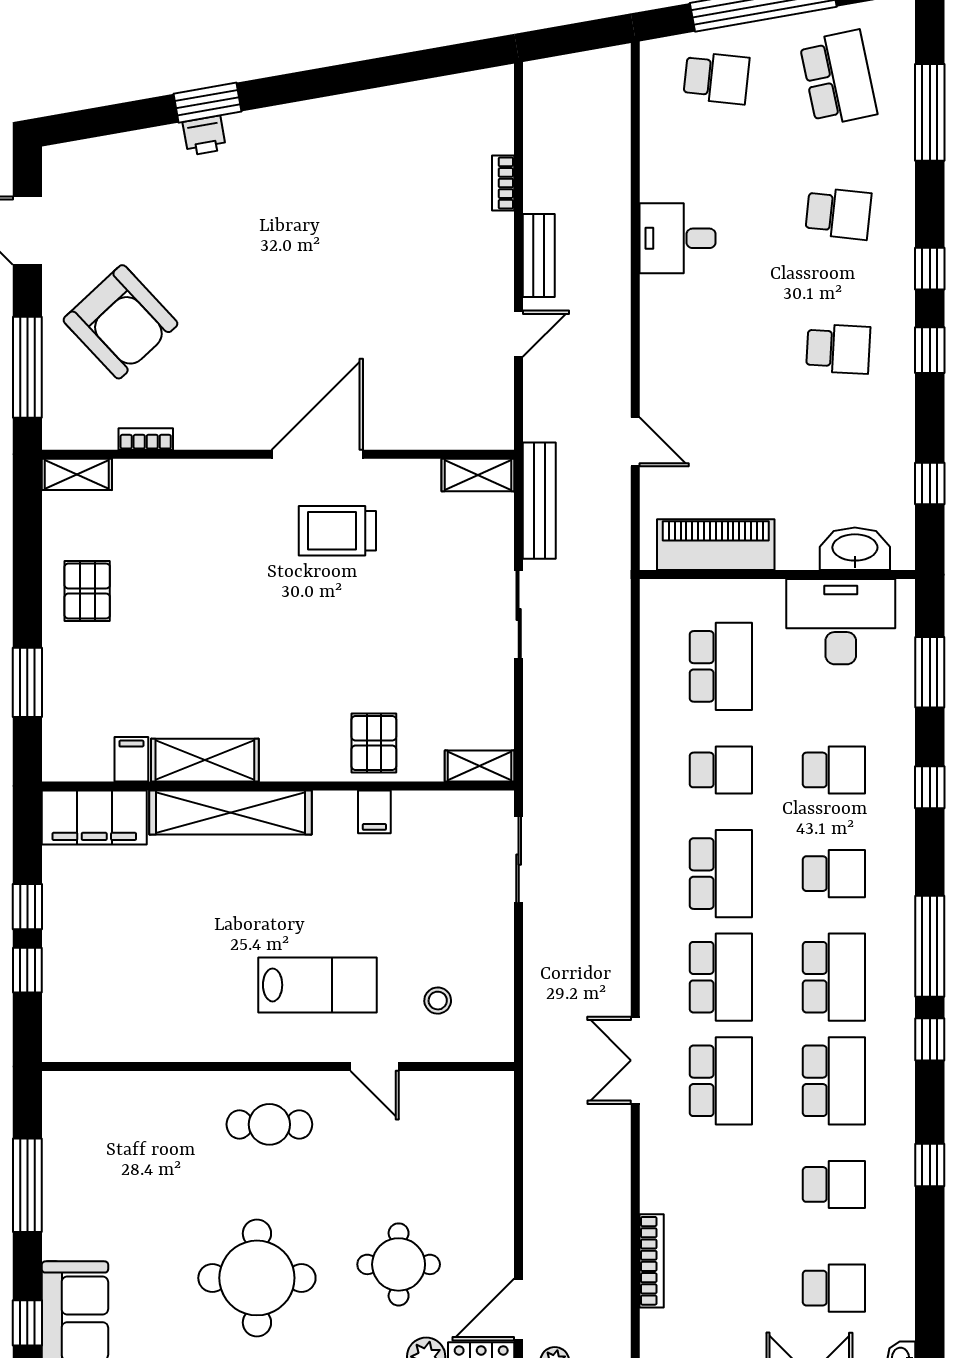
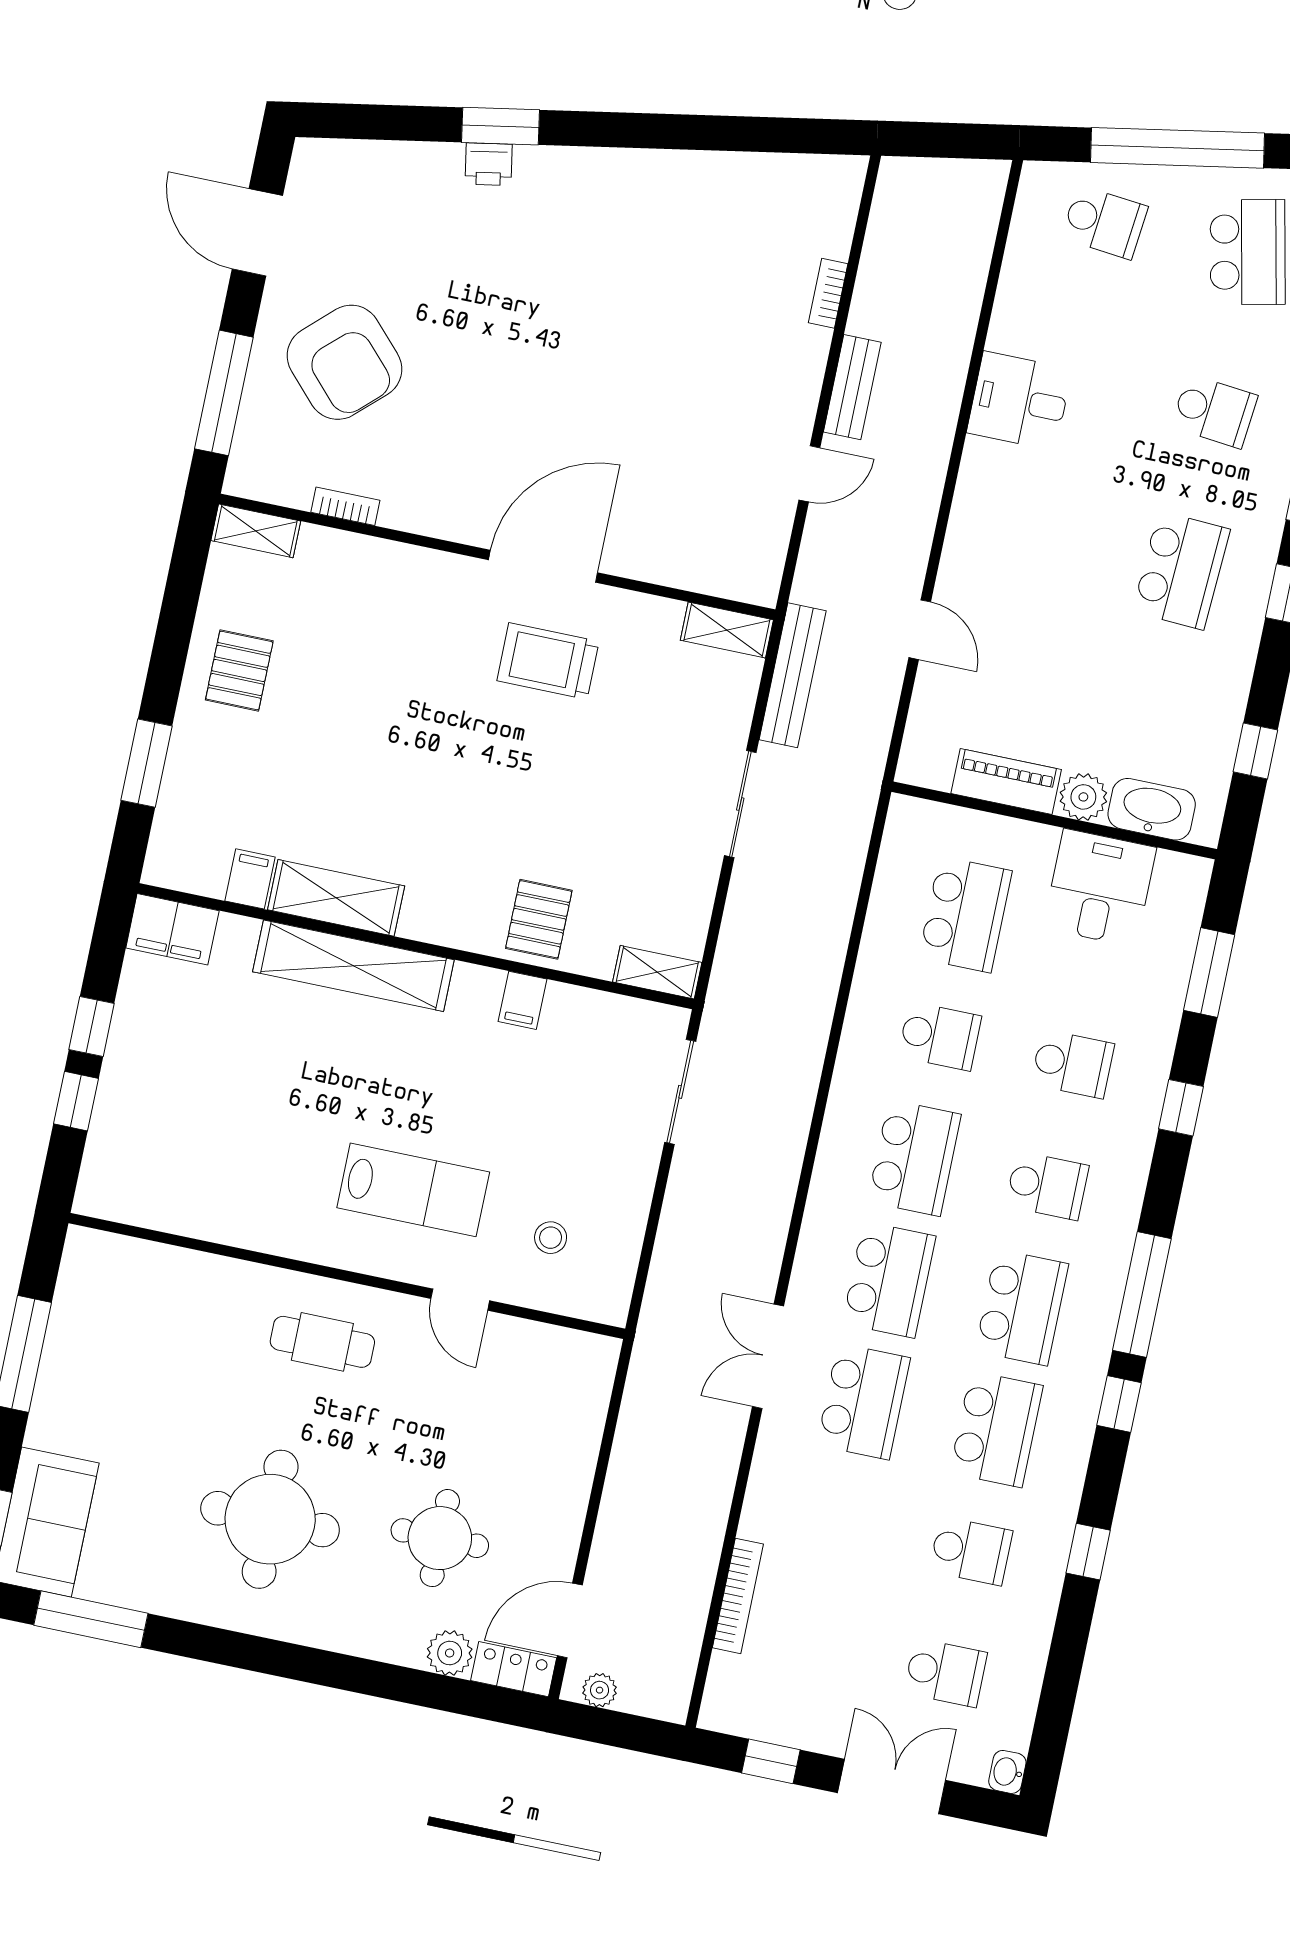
school desk: (838, 349) -> (1181, 570), width x1.85
piano: (716, 545) -> (1006, 781), width x0.73, depth x0.75
plant: (797, 550) -> (1083, 797), added
desk: (841, 622) -> (1100, 888), width x0.73
filing cabinet: (94, 817) -> (172, 929), width x0.67, depth x0.86

